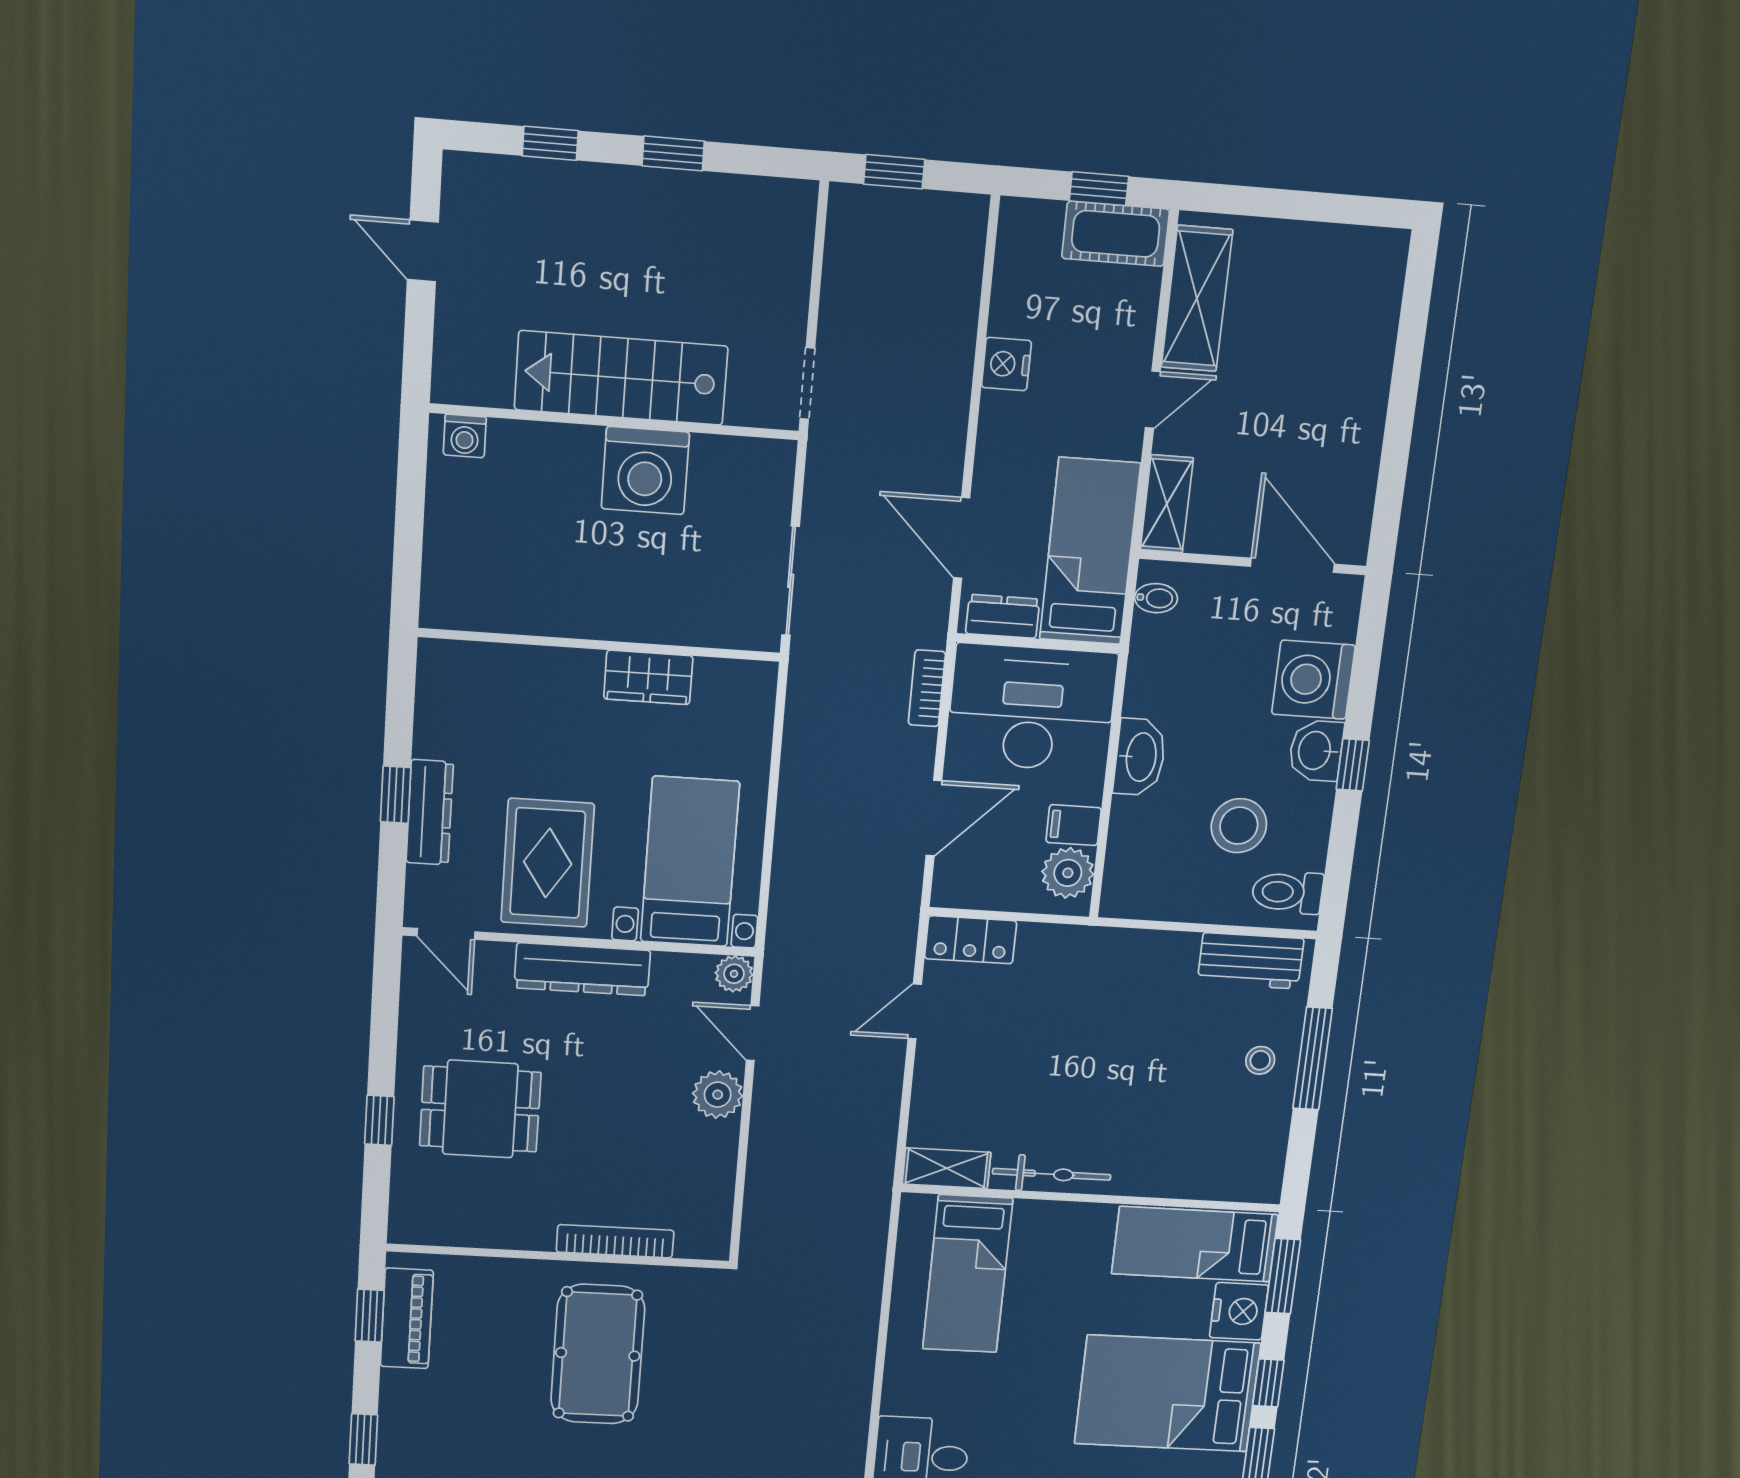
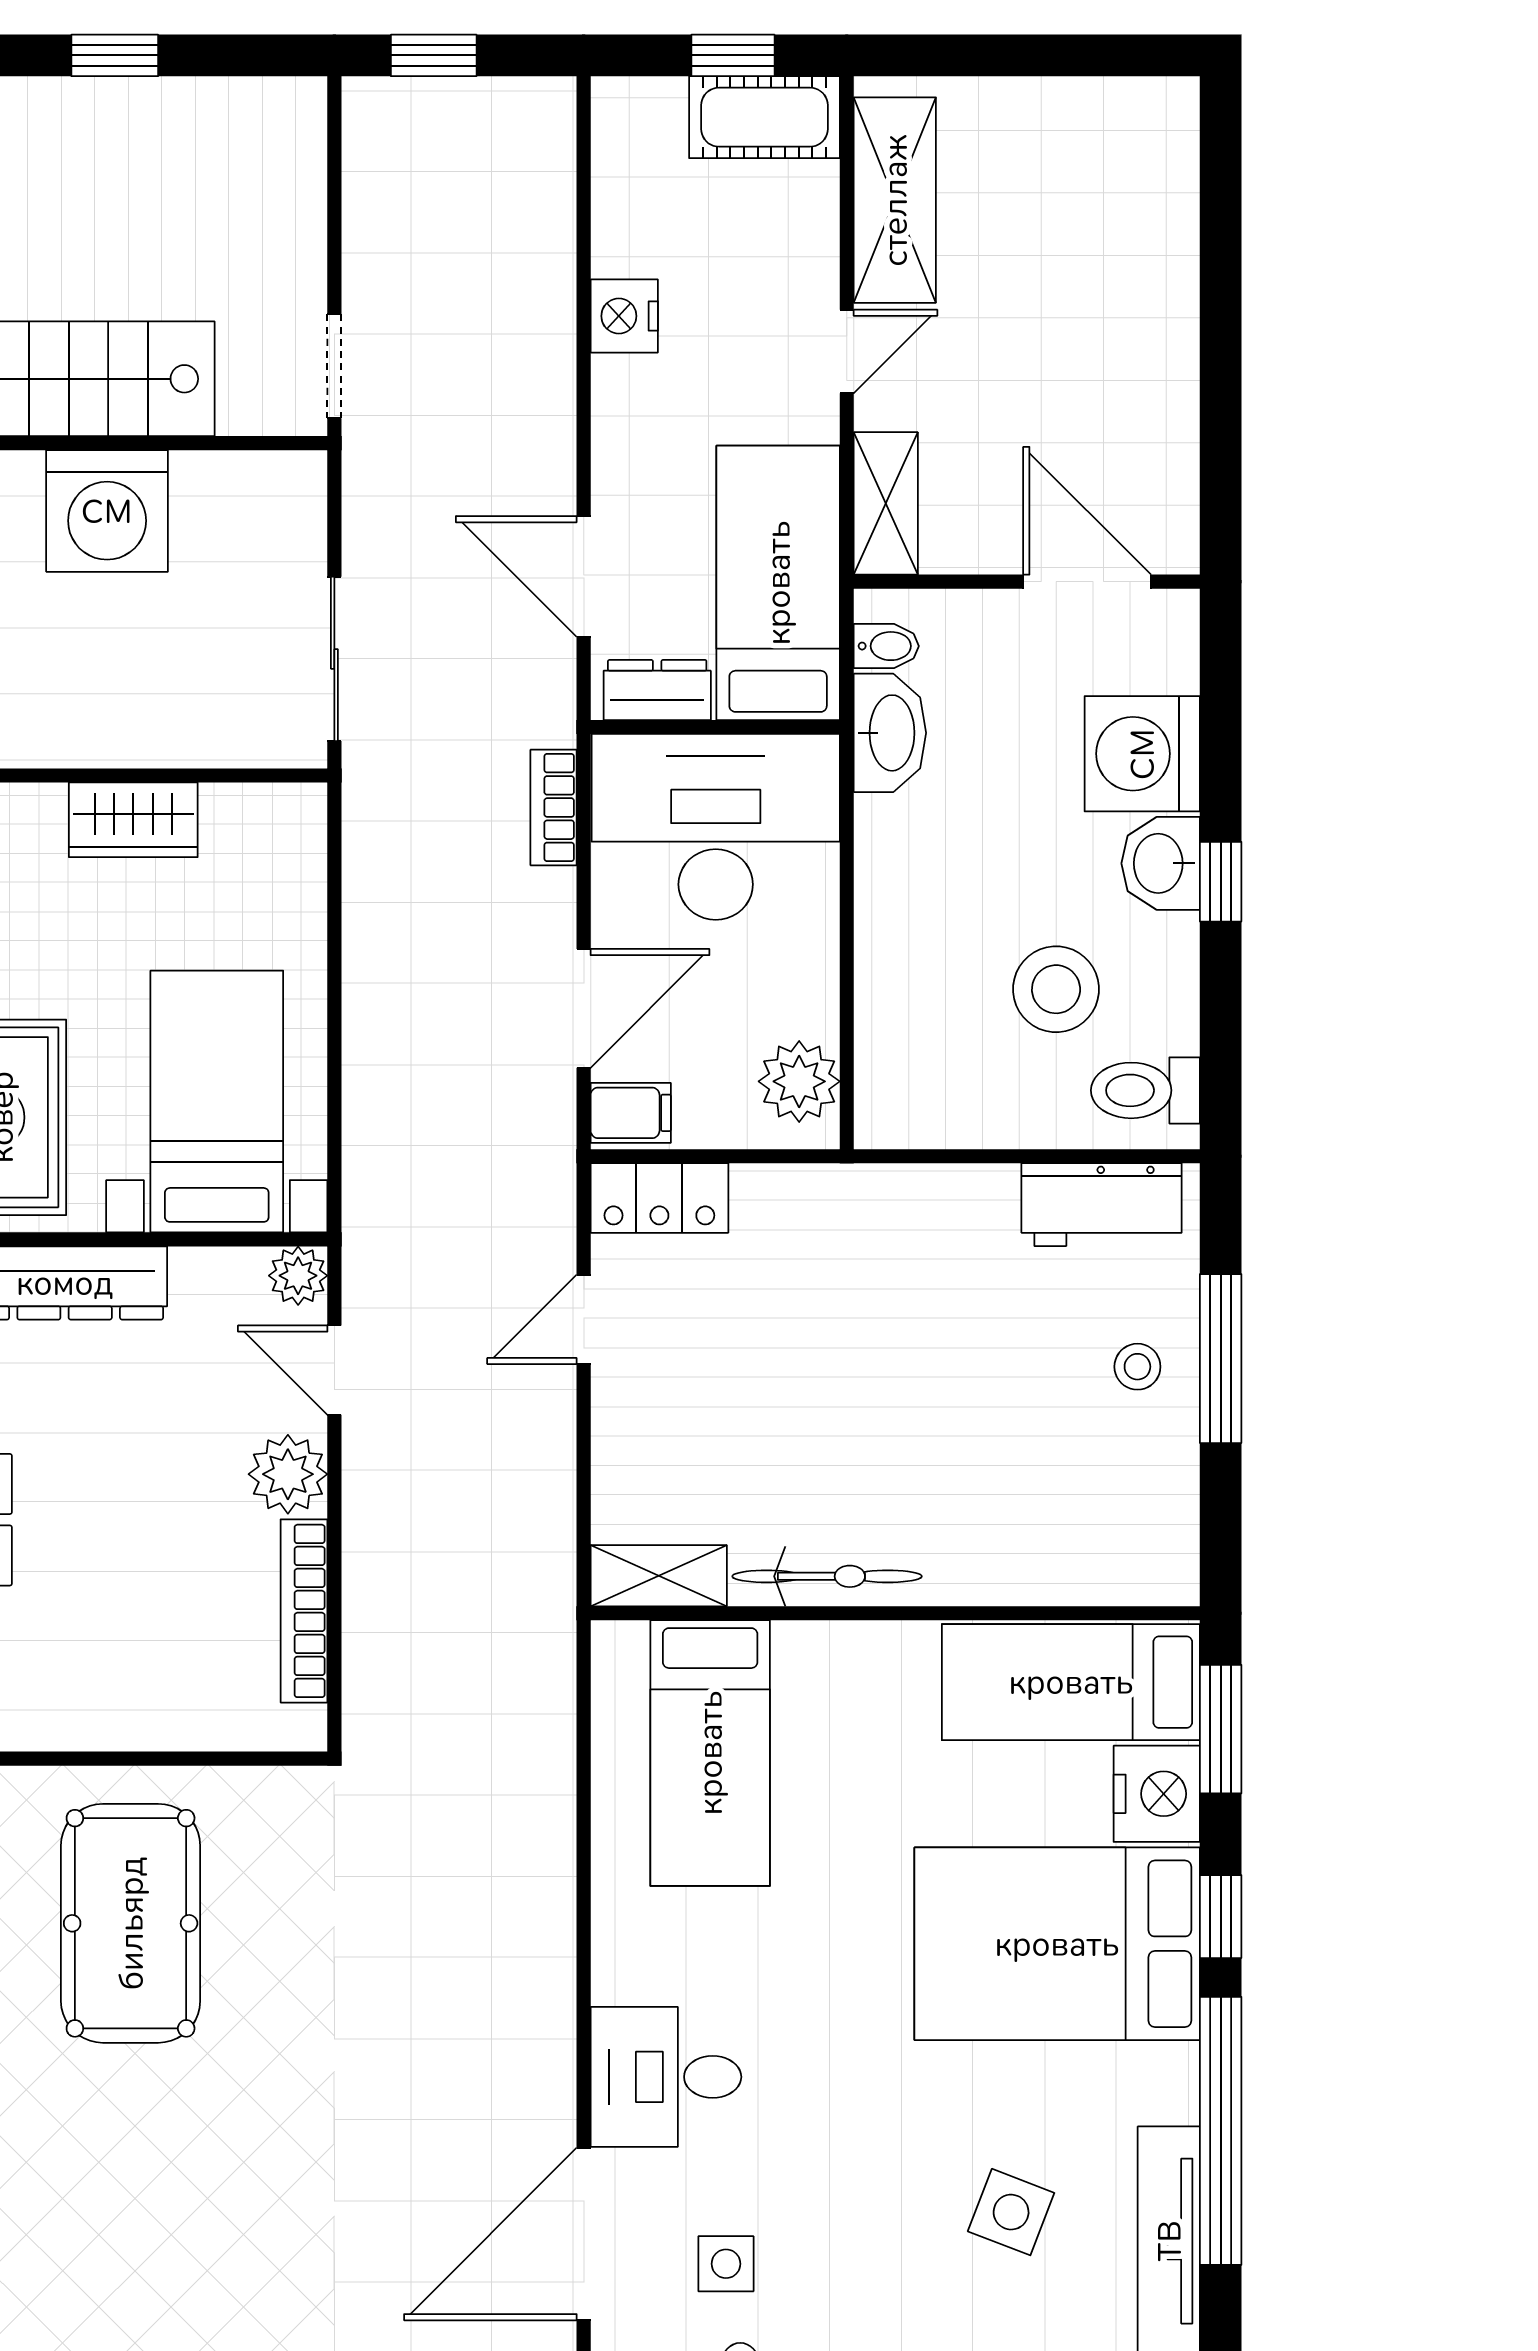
washbasin: (1140, 757) -> (890, 733), moved
filing cabinet: (1074, 825) -> (631, 1113), moved, turned 180
bookcase: (615, 1241) -> (304, 1611), moved, turned -90

